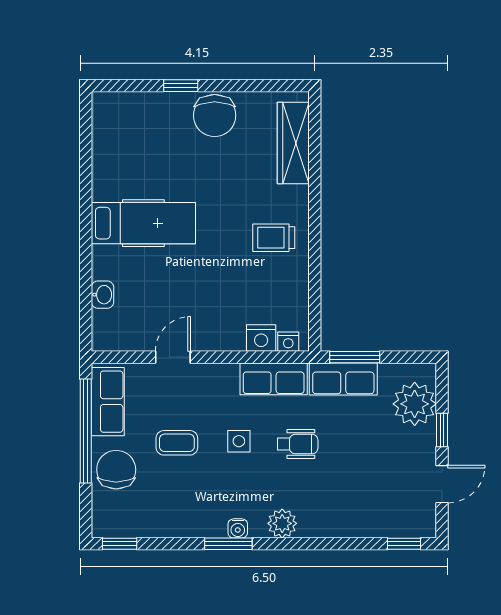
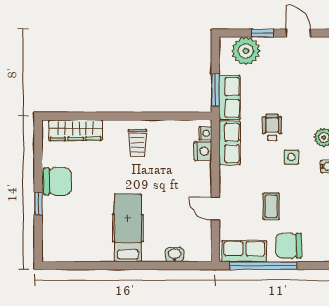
side table: (239, 441) -> (291, 157), moved

